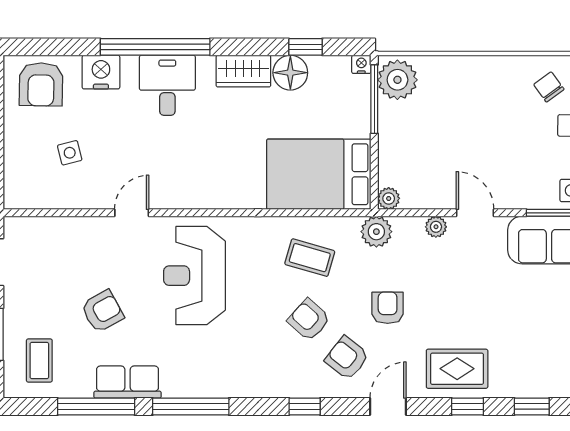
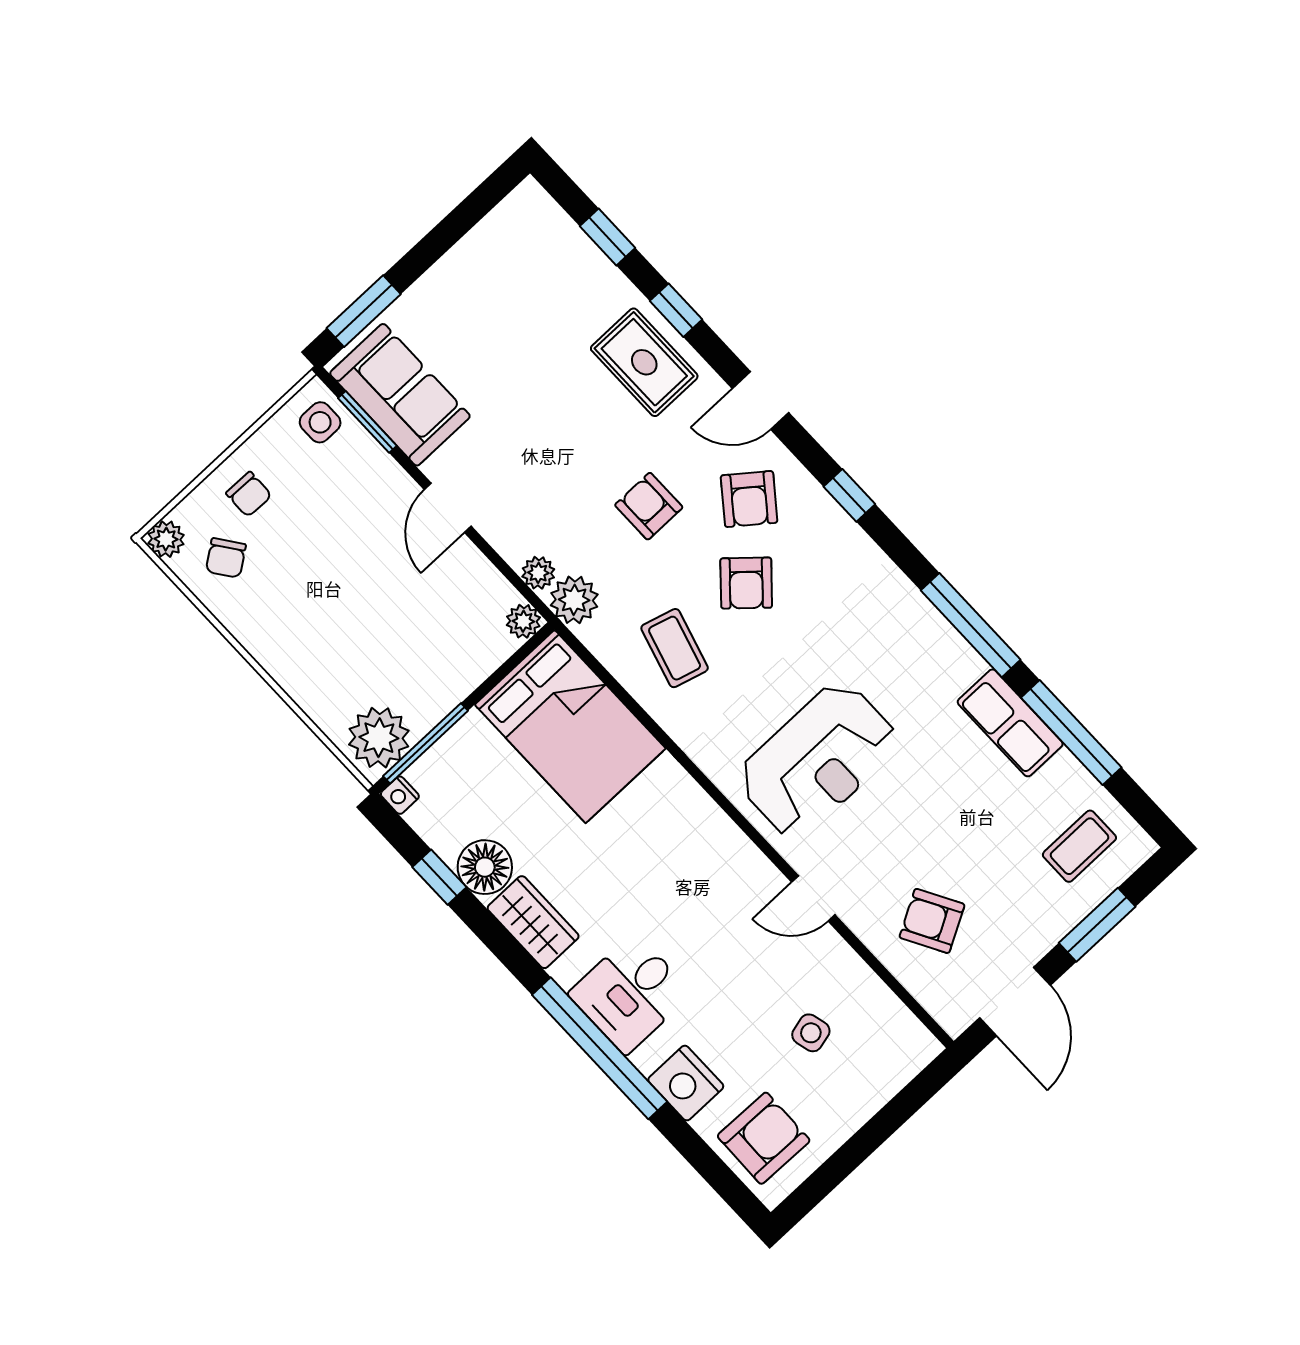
plant: (436, 227) -> (538, 573), moved
armchair: (388, 308) -> (649, 506), turned 90
armchair: (102, 311) -> (932, 921), moved

